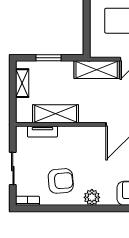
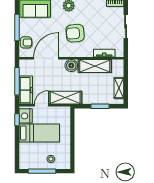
boiler: (88, 114) -> (71, 66), added
armchair: (61, 181) -> (75, 33), moved

